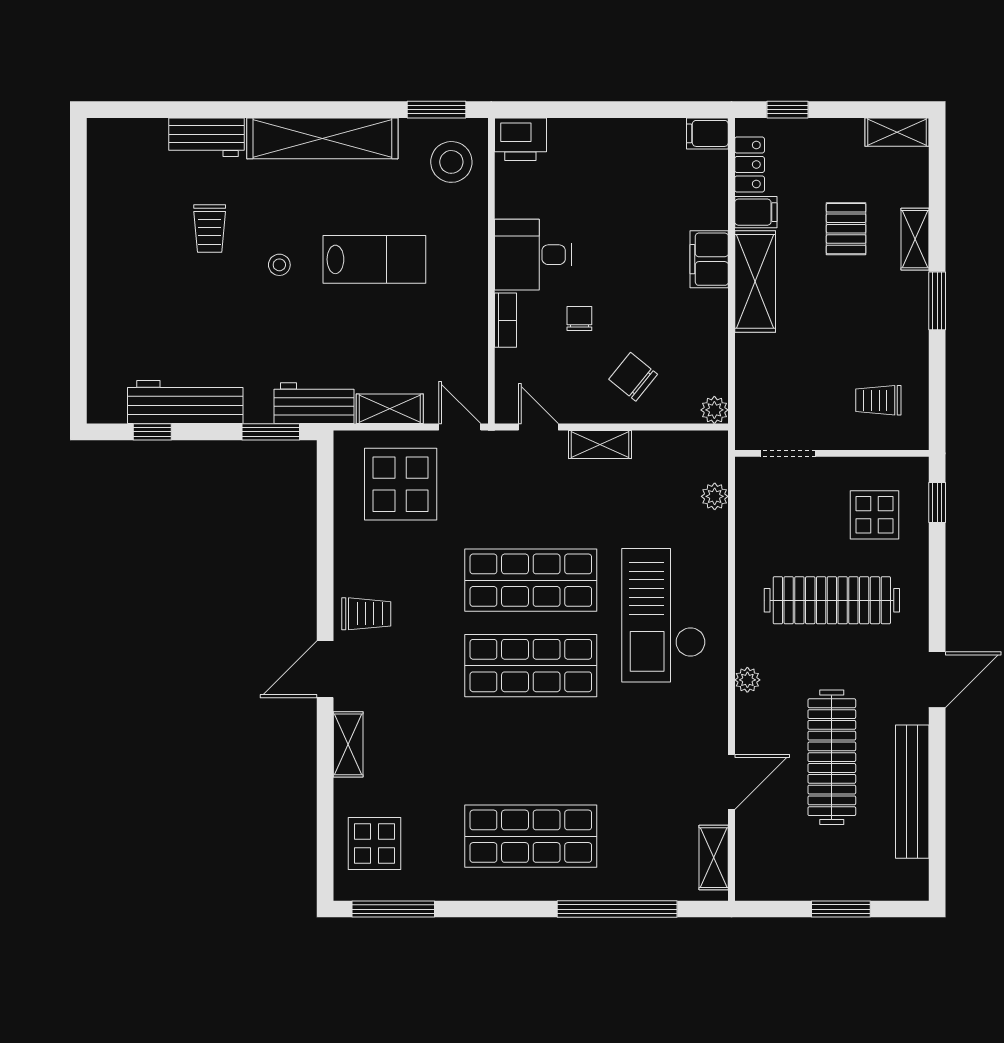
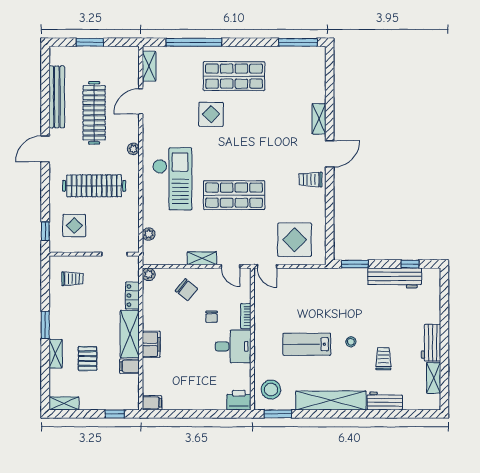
locker: (750, 164) -> (132, 296), moved
workbench: (314, 403) -> (431, 343), moved, turned 90
shelving: (390, 409) -> (434, 378), moved, turned 90
shop shelf: (531, 666) -> (234, 155), removed
display table: (374, 843) -> (211, 114), moved

